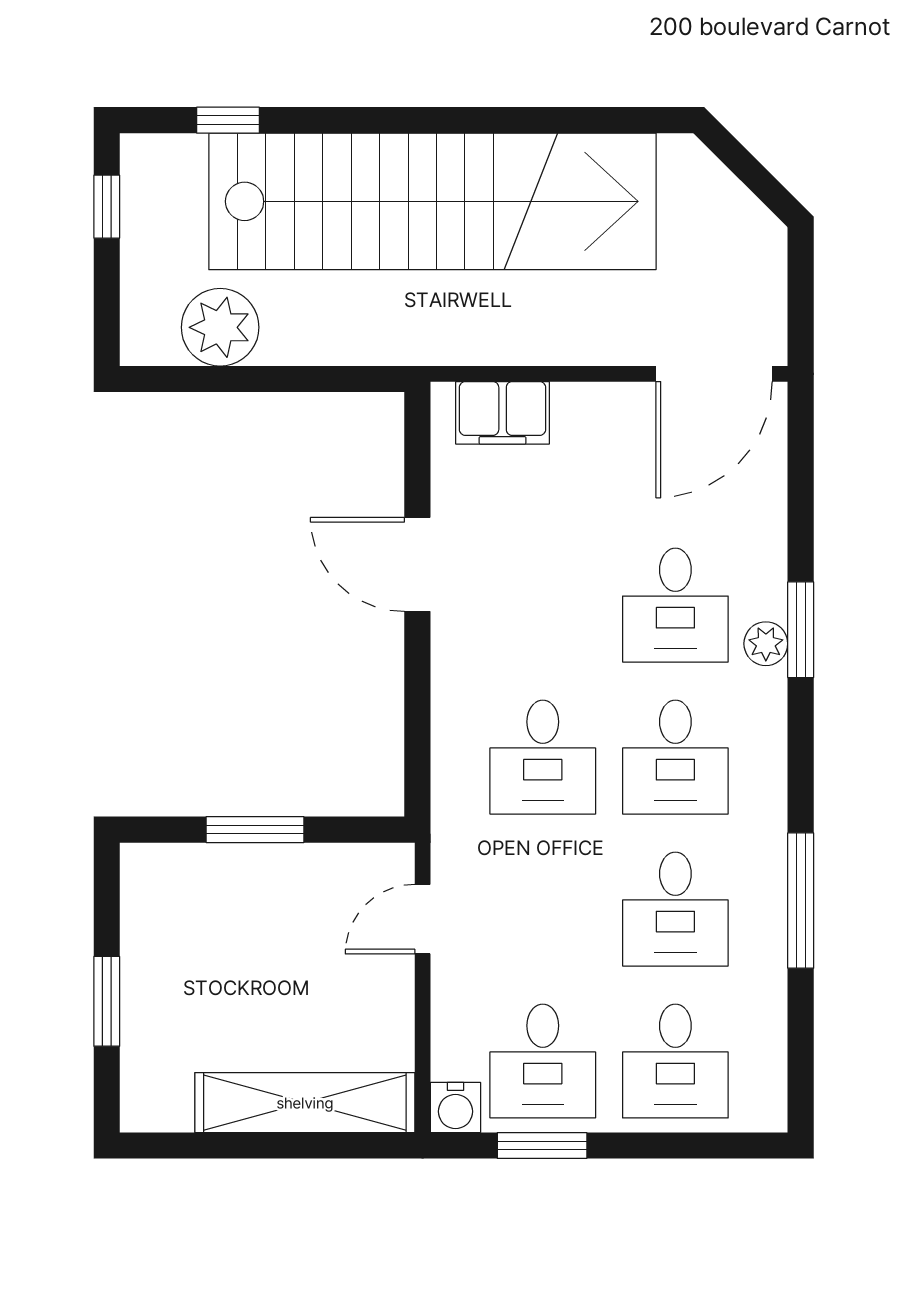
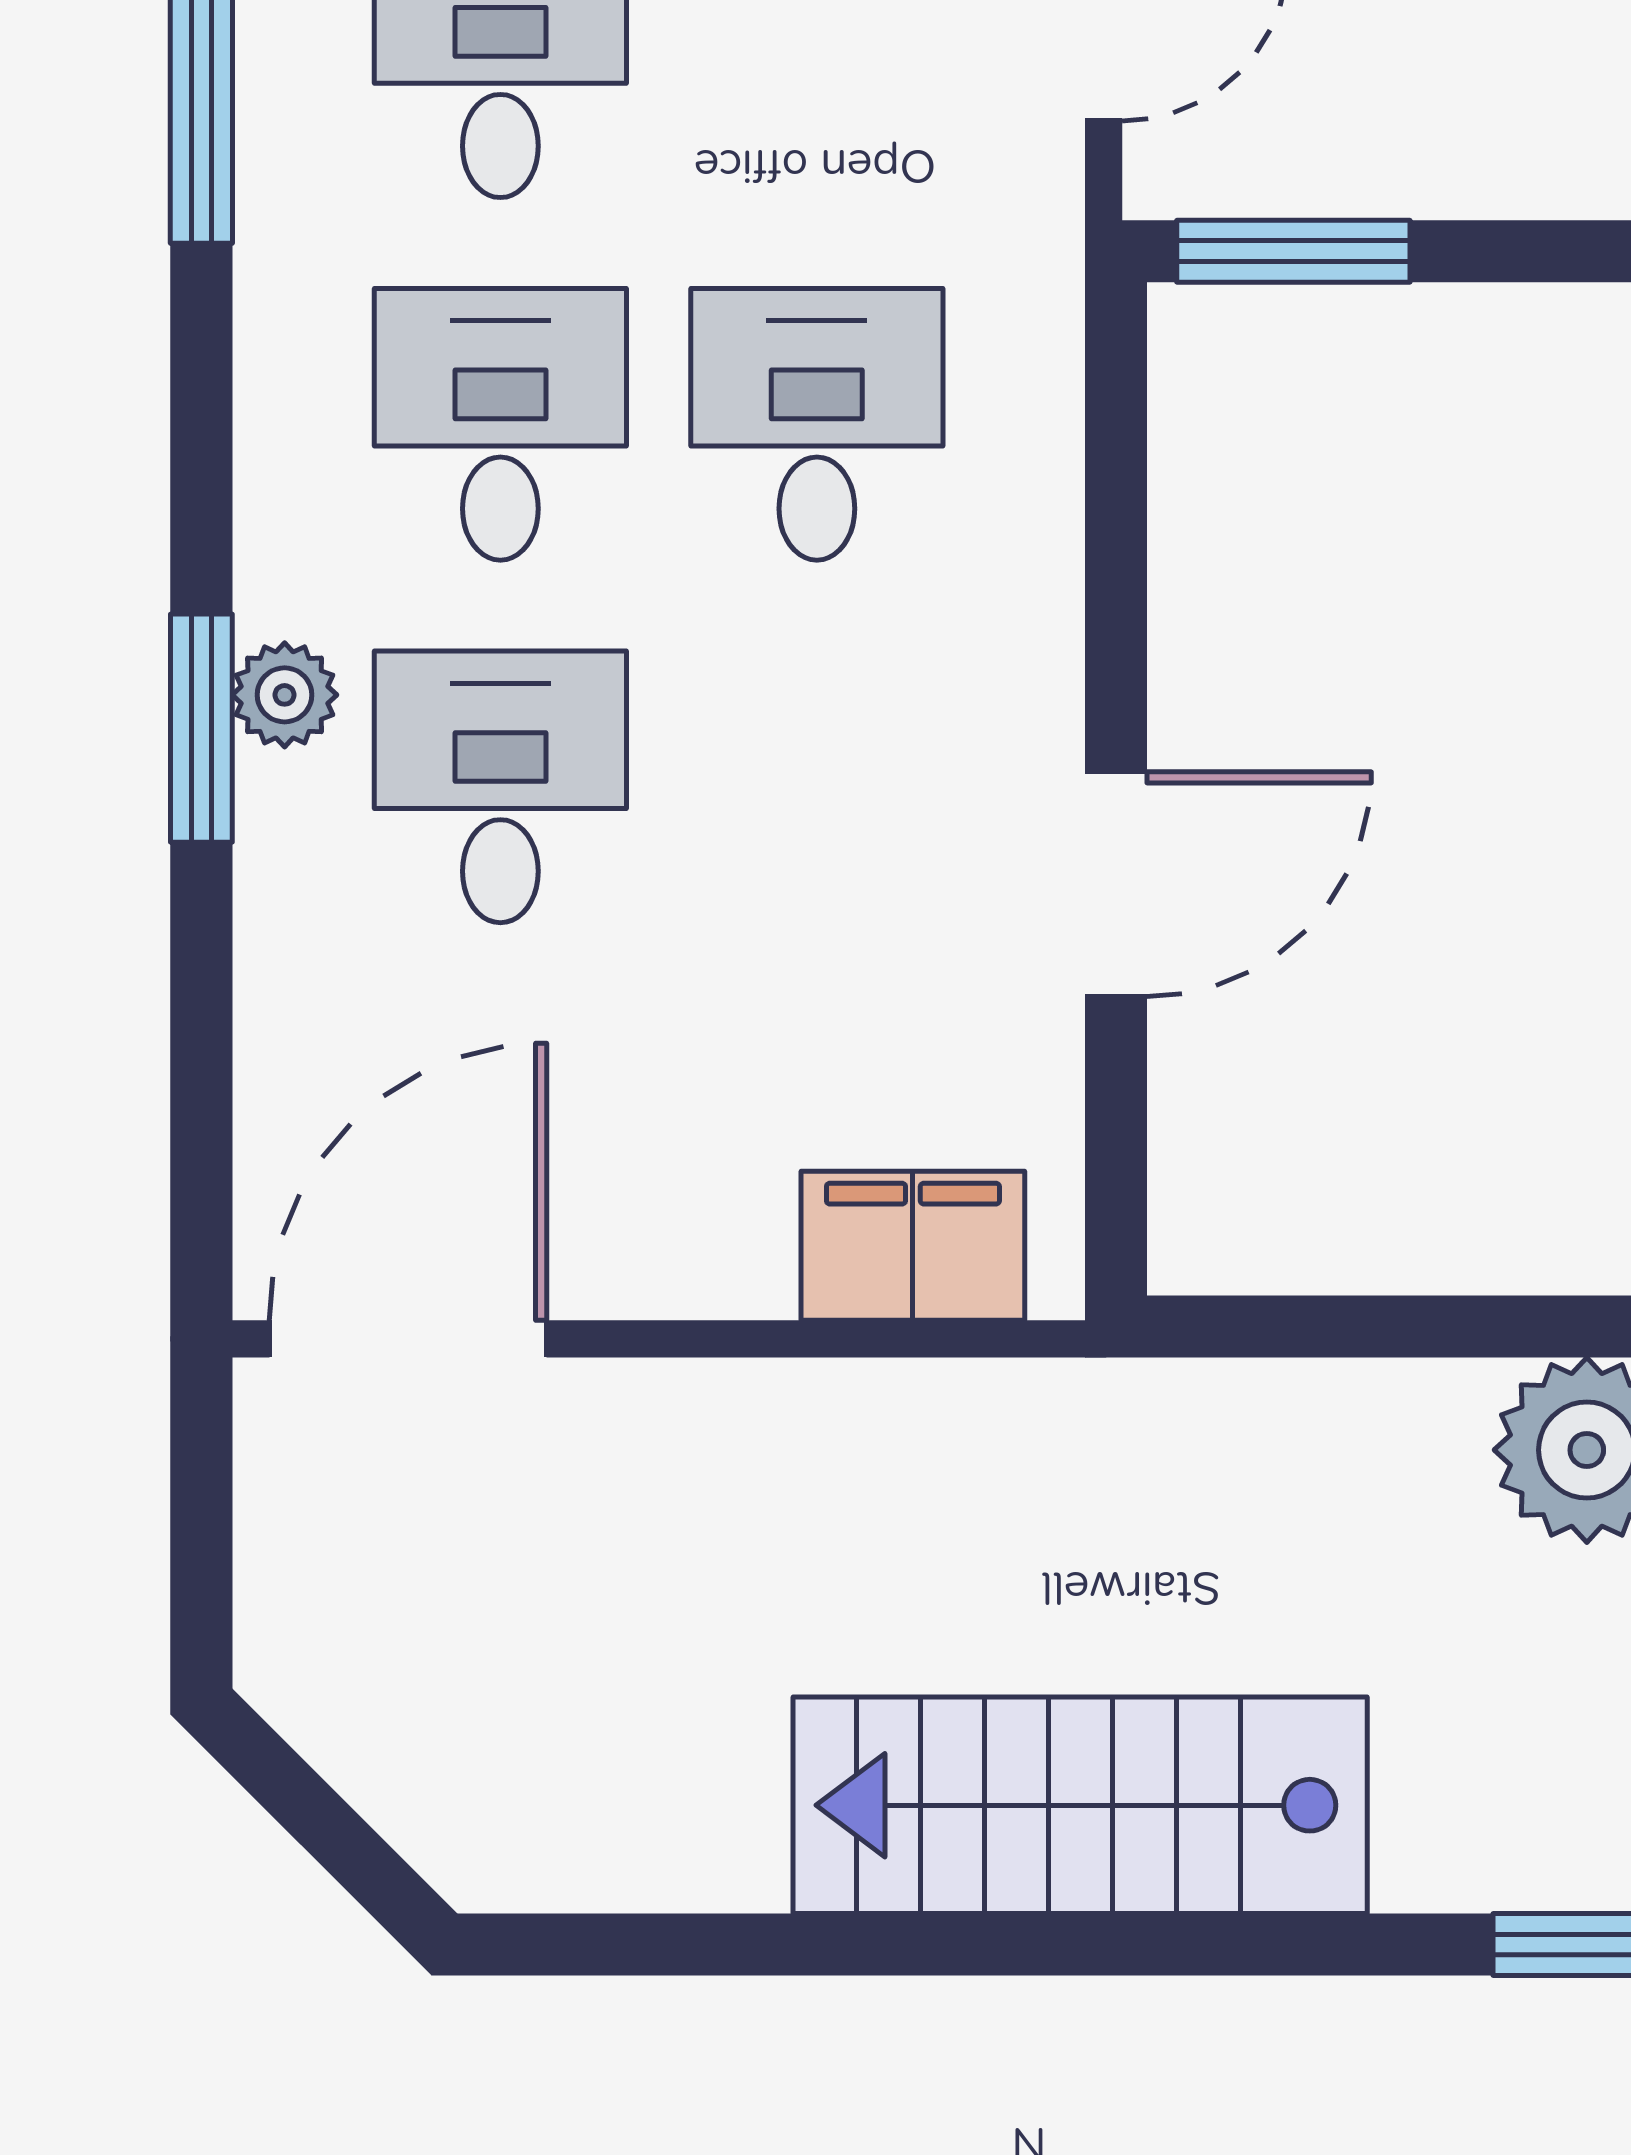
stairs: (432, 201) -> (1080, 1805), width x0.54, depth x0.66
door: (417, 564) -> (1116, 884), hinge flipped
window: (255, 830) -> (1293, 251), moved

